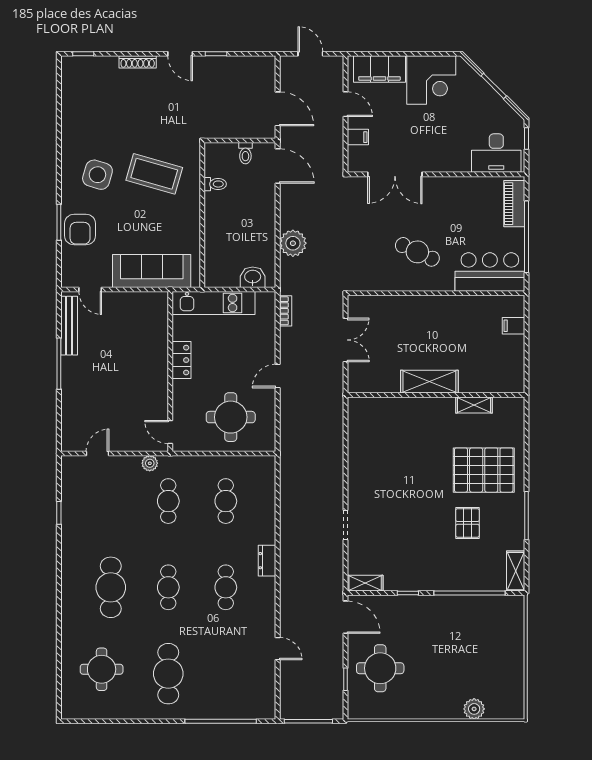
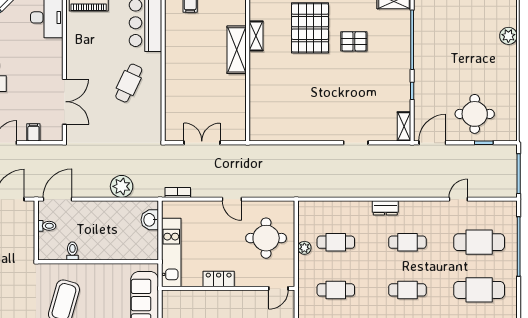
shelving: (429, 382) -> (237, 50), moved
plant: (150, 463) -> (304, 248), moved
cafe table: (226, 674) -> (479, 242), added

